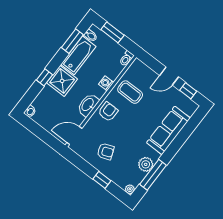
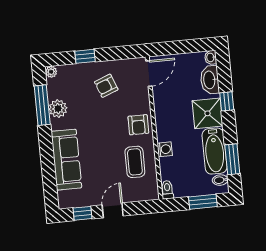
coffee table: (130, 92) -> (135, 162), turned 90
washbasin: (88, 105) -> (210, 80), moved, turned 180

